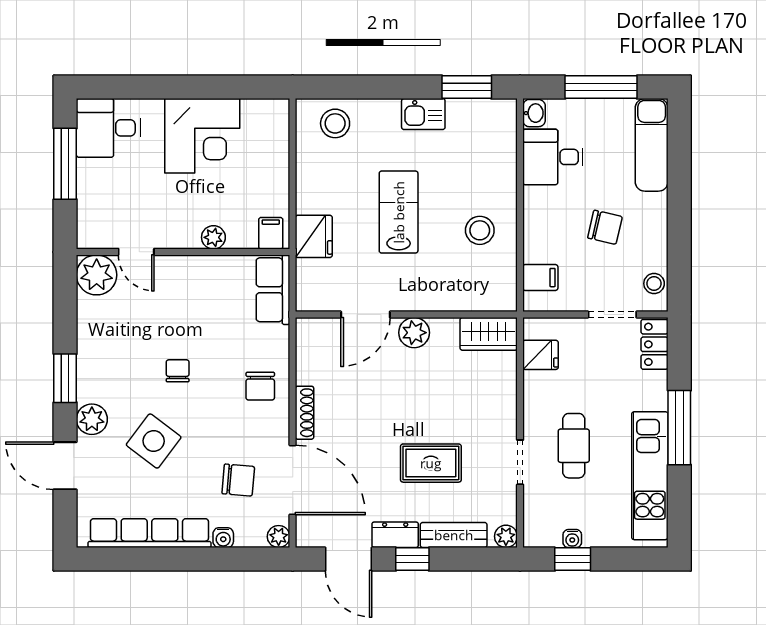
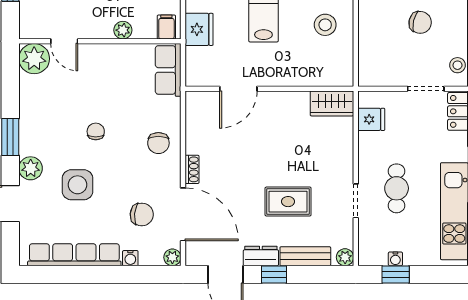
filing cabinet: (540, 278) -> (371, 61), removed
plant: (414, 333) -> (275, 102), removed
shoe rack: (304, 413) -> (192, 169), width x0.70
side table: (154, 441) -> (77, 185), turned -37

